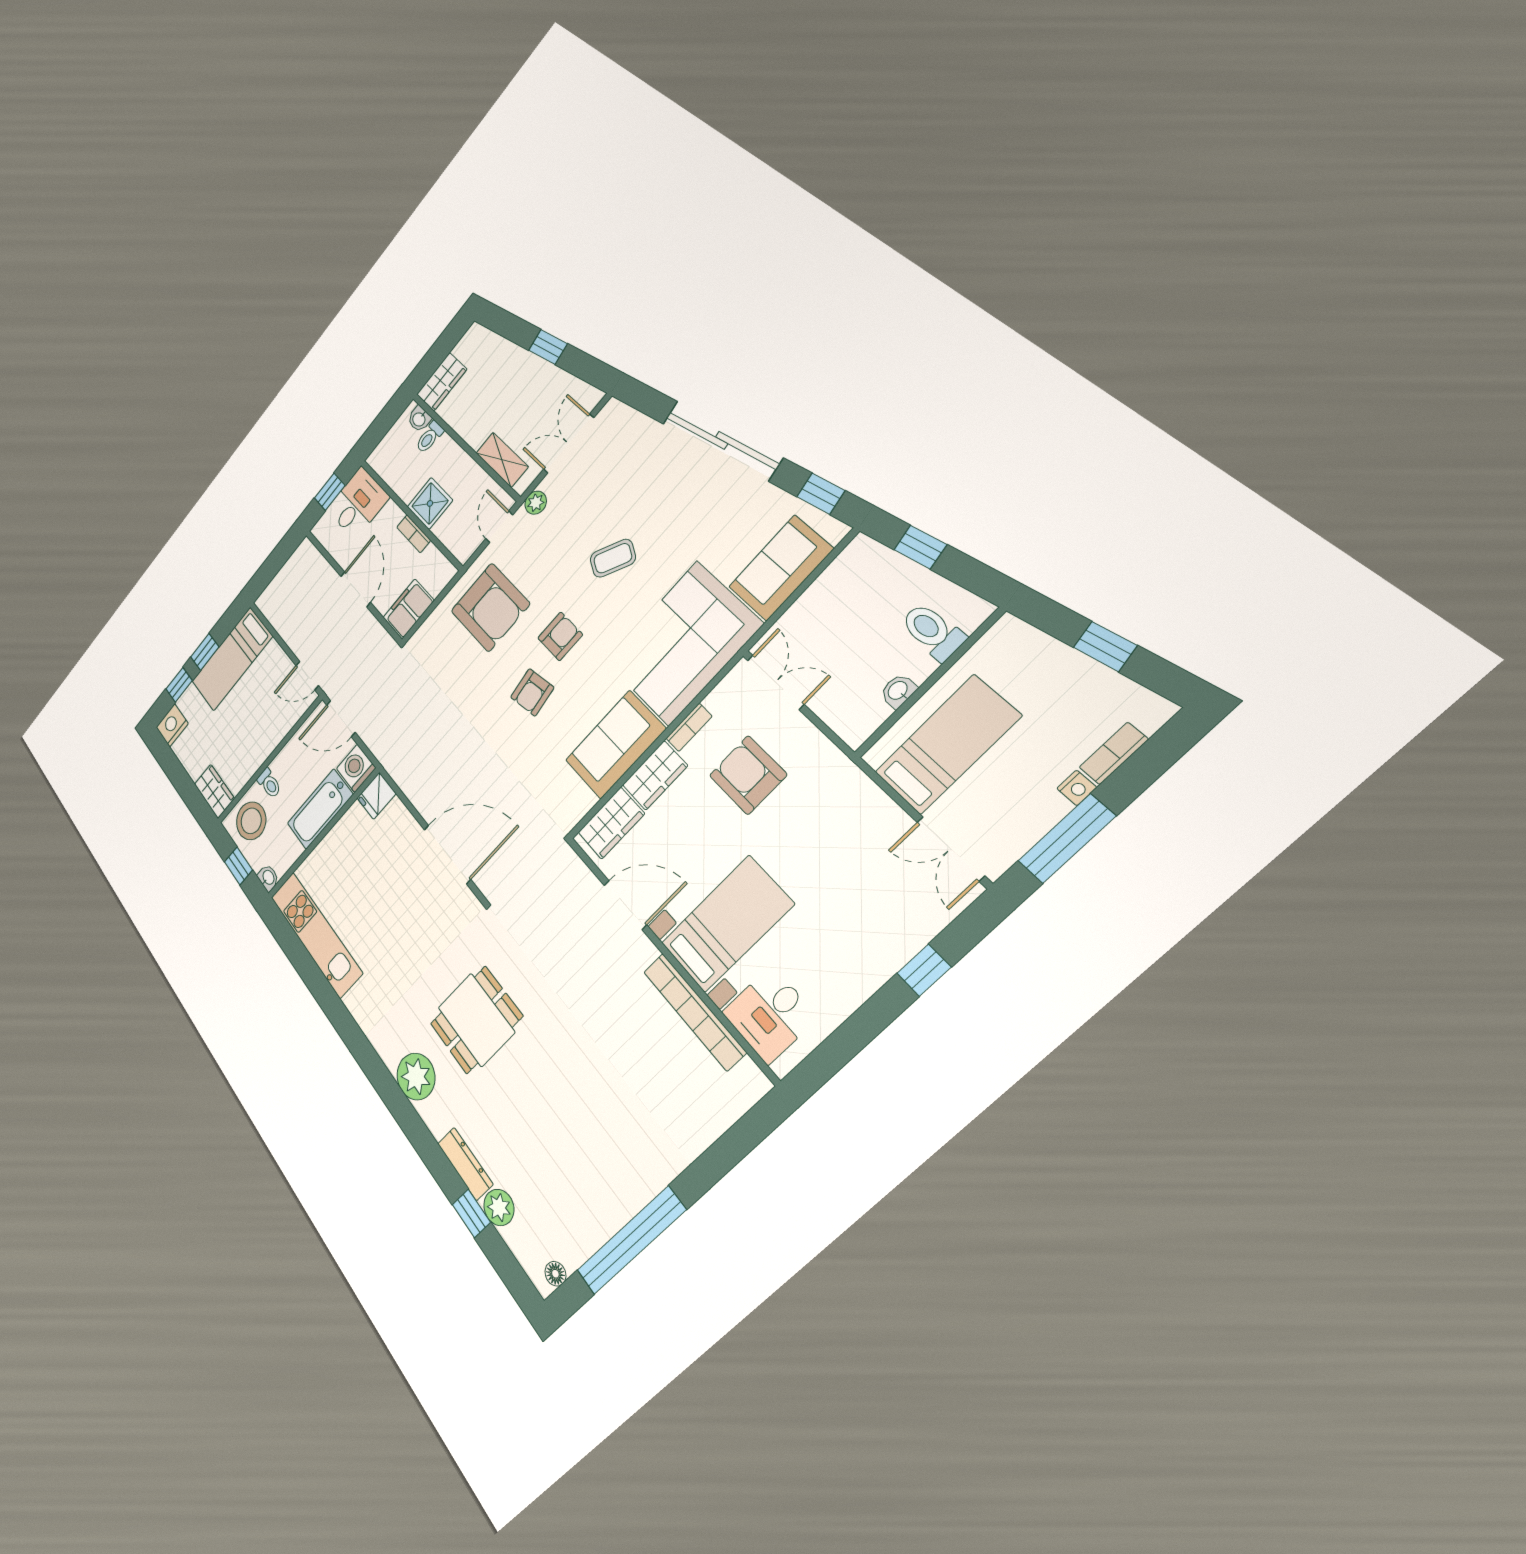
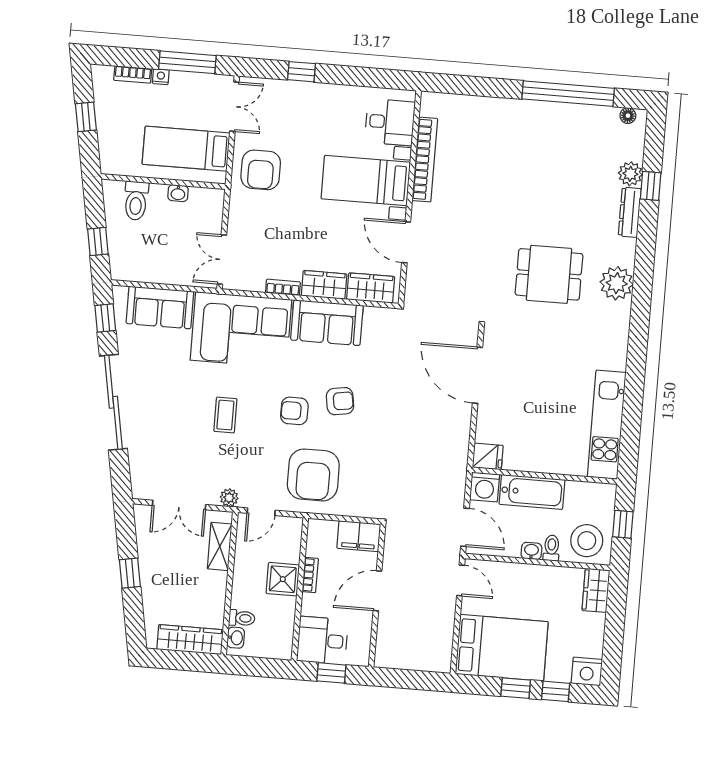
wardrobe: (442, 382) -> (190, 640), width x1.50
coffee table: (613, 558) -> (225, 415), turned 62
armchair: (490, 607) -> (313, 475), turned 180
bed: (232, 659) -> (502, 648), width x1.50
armchair: (748, 775) -> (261, 170), moved
washbasin: (268, 878) -> (531, 551), moved, turned 90

